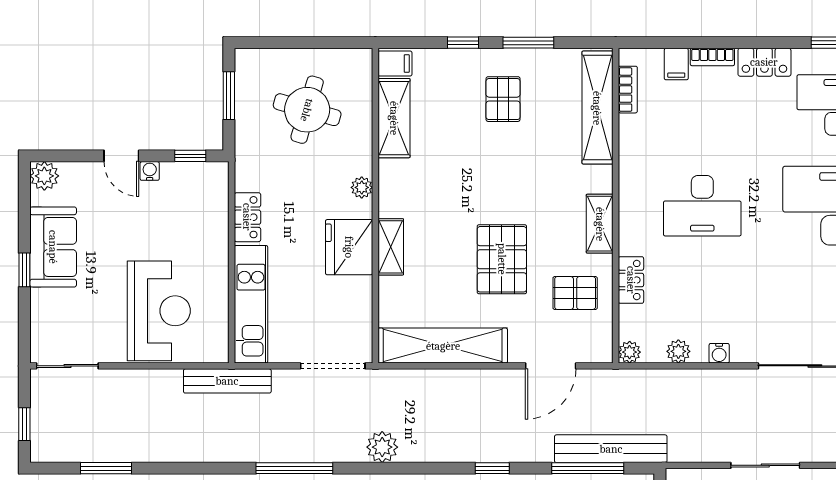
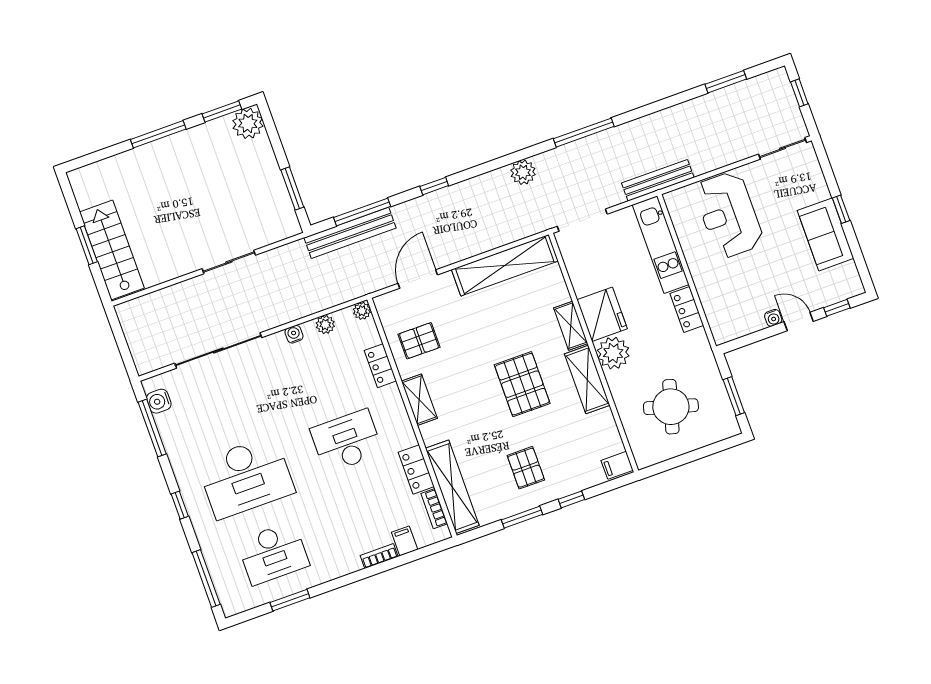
locker: (764, 62) -> (416, 469), moved, turned -90
shelving: (394, 118) -> (587, 380), moved
window: (190, 156) -> (837, 308), moved
plant: (44, 176) -> (851, 286), removed
plant: (362, 187) -> (613, 353), width x1.87, depth x1.87
pallet: (502, 259) -> (522, 384), moved

